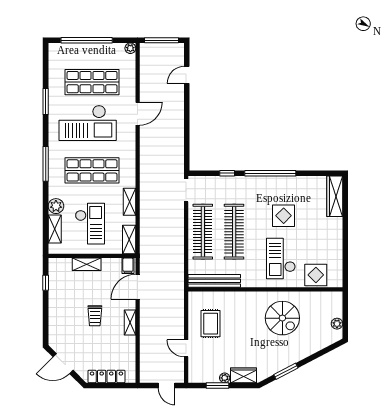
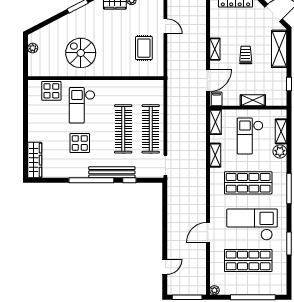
checkout: (281, 258) -> (82, 105), turned 180
bench: (214, 281) -> (112, 172), moved
shelving: (57, 323) -> (279, 49), added

